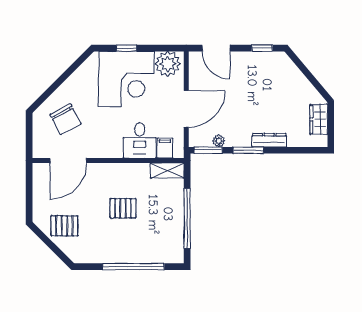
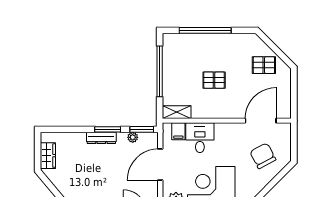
dresser: (269, 140) -> (101, 138), moved

